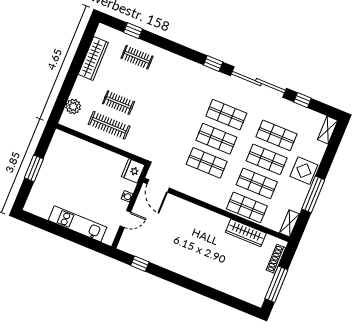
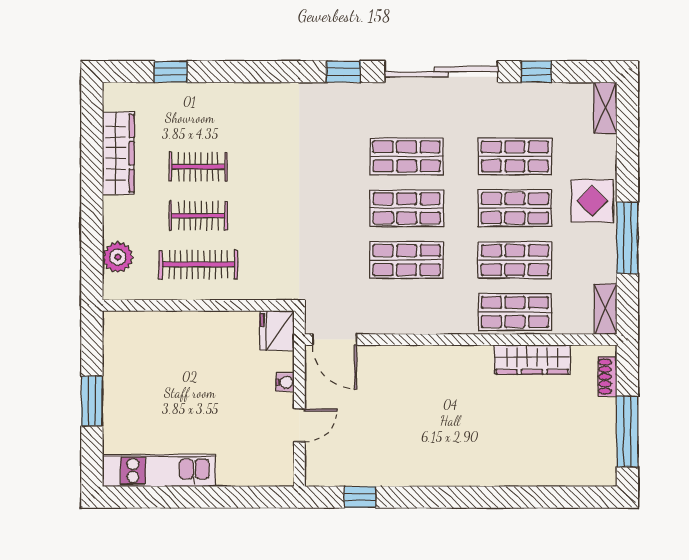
clothes rail: (137, 57) -> (198, 167), moved
kitchen unit: (78, 224) -> (159, 471), moved
shoe rack: (276, 259) -> (607, 377), width x0.70

